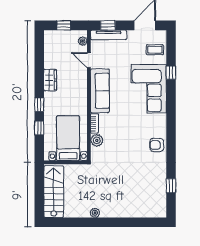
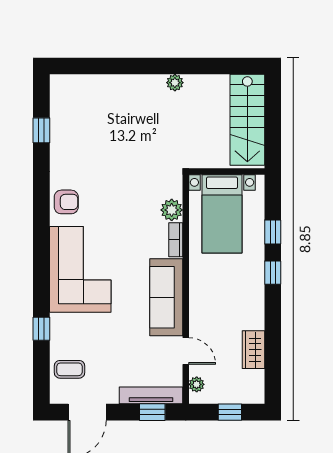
wardrobe: (50, 80) -> (253, 350), moved
corner sofa: (149, 89) -> (80, 269), moved

